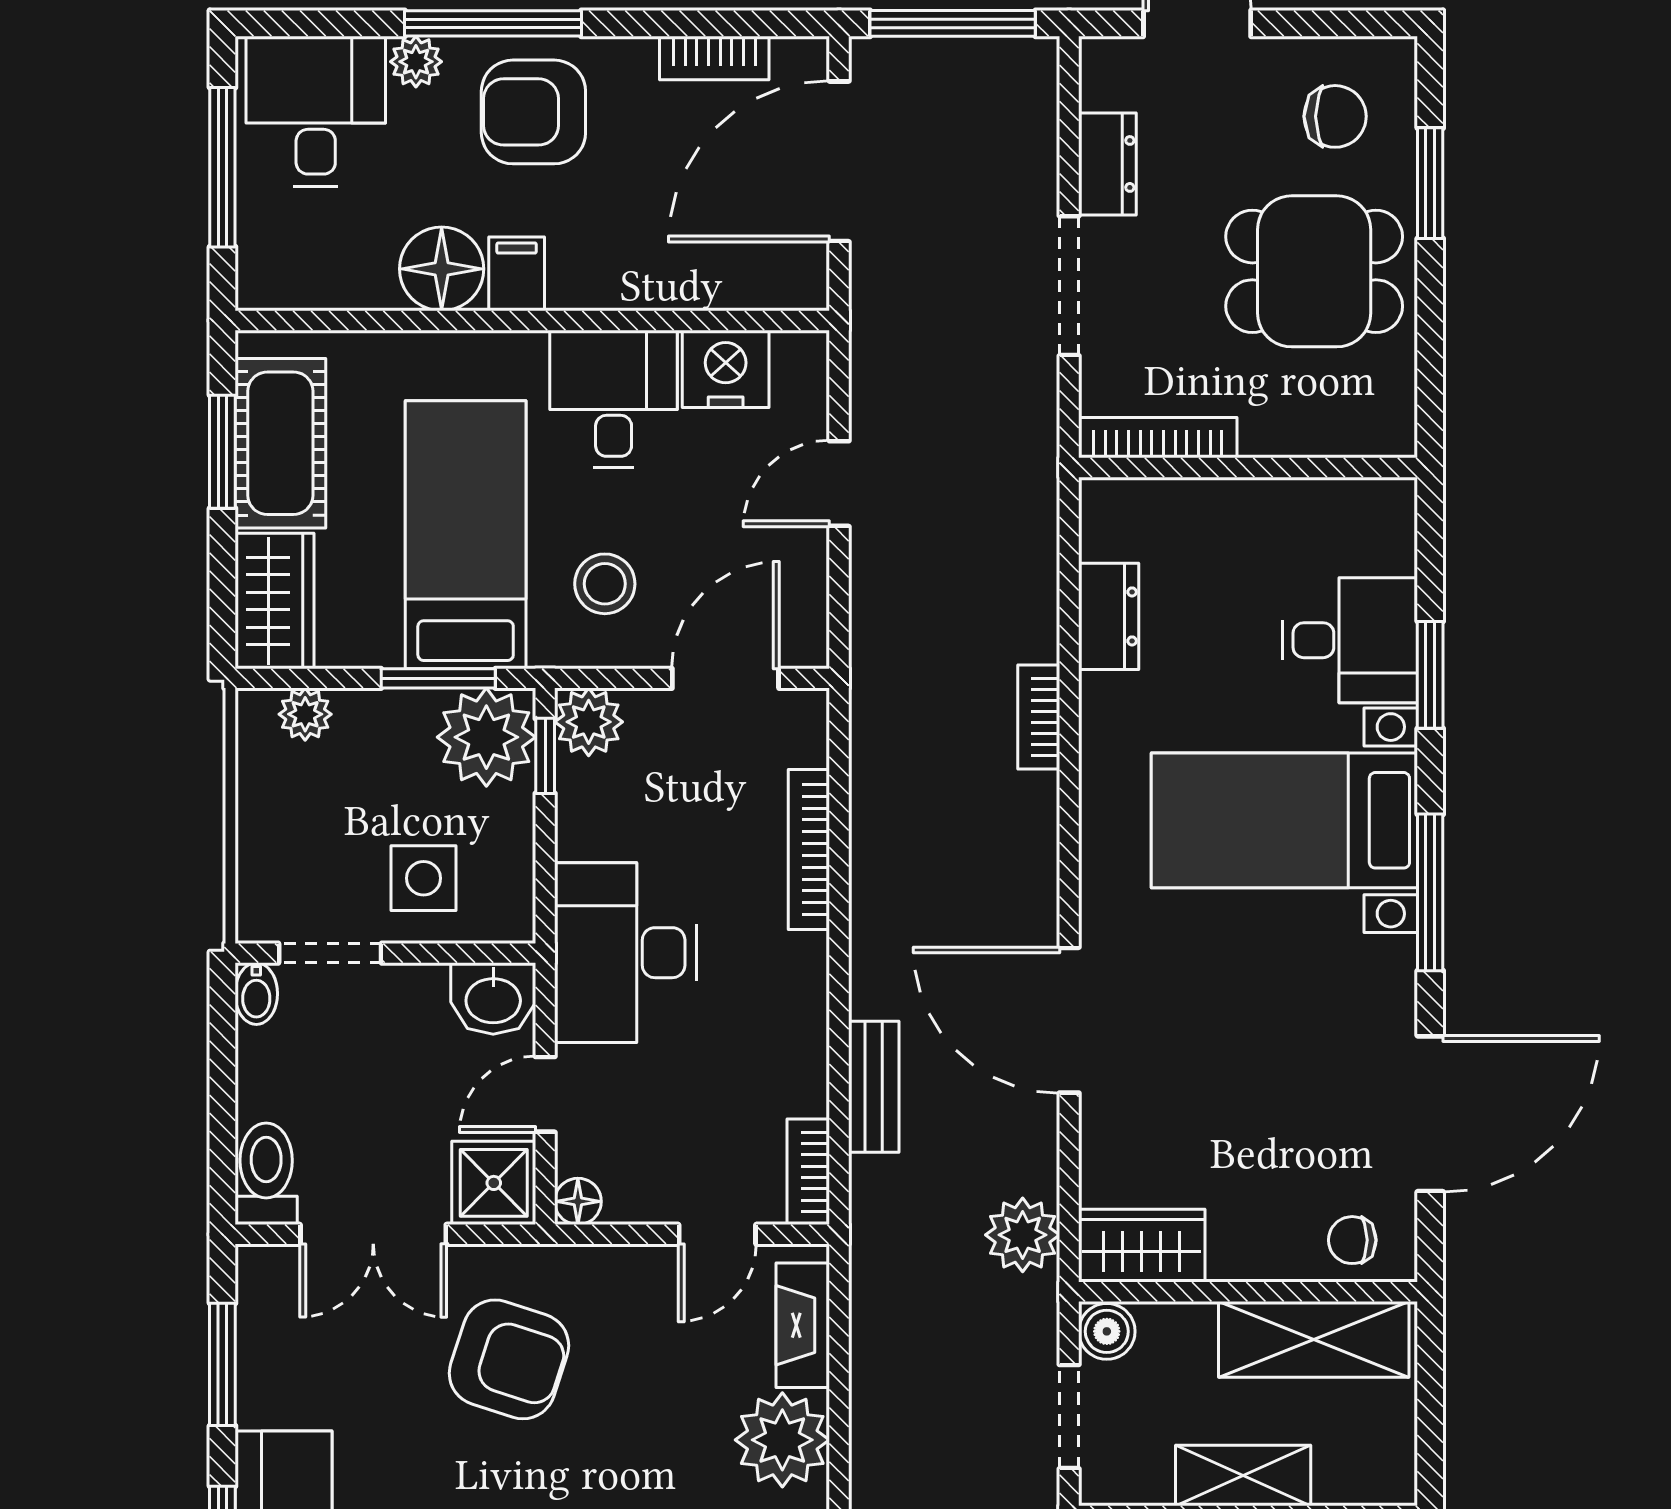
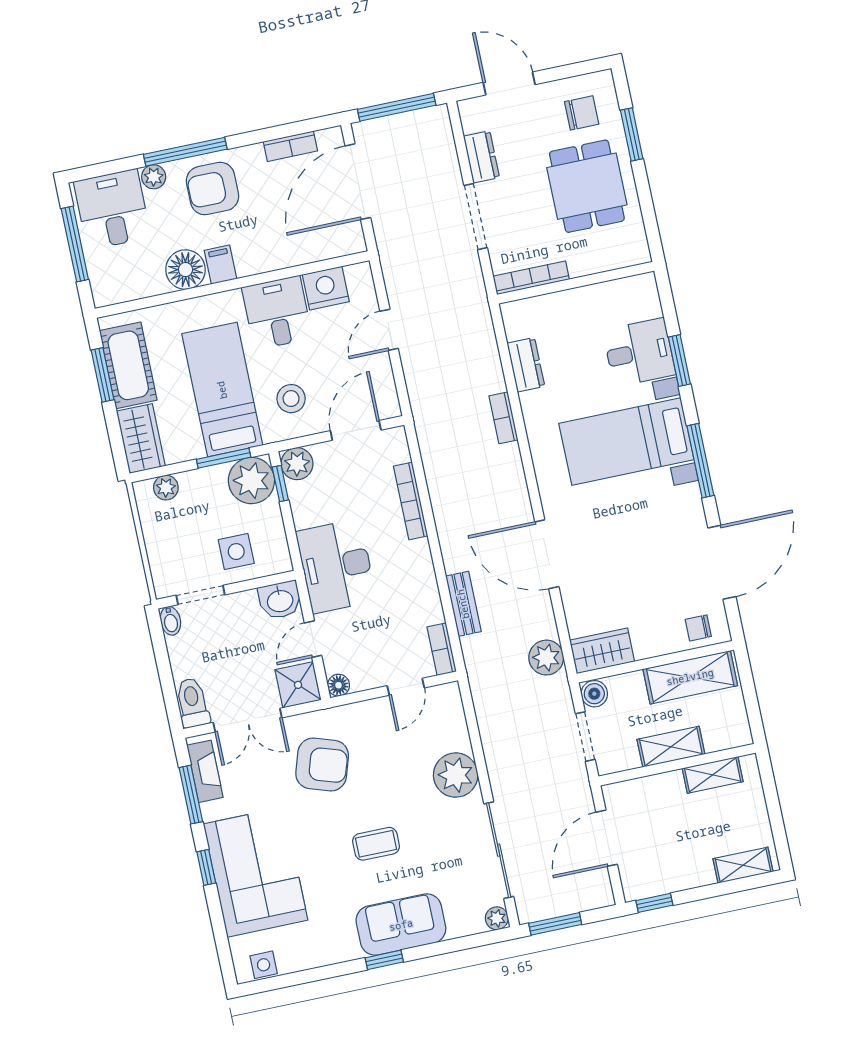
dining table: (1314, 271) -> (587, 186), turned 90
fireplace: (803, 1325) -> (205, 771), moved, turned 180

